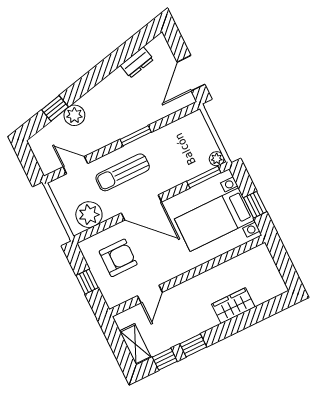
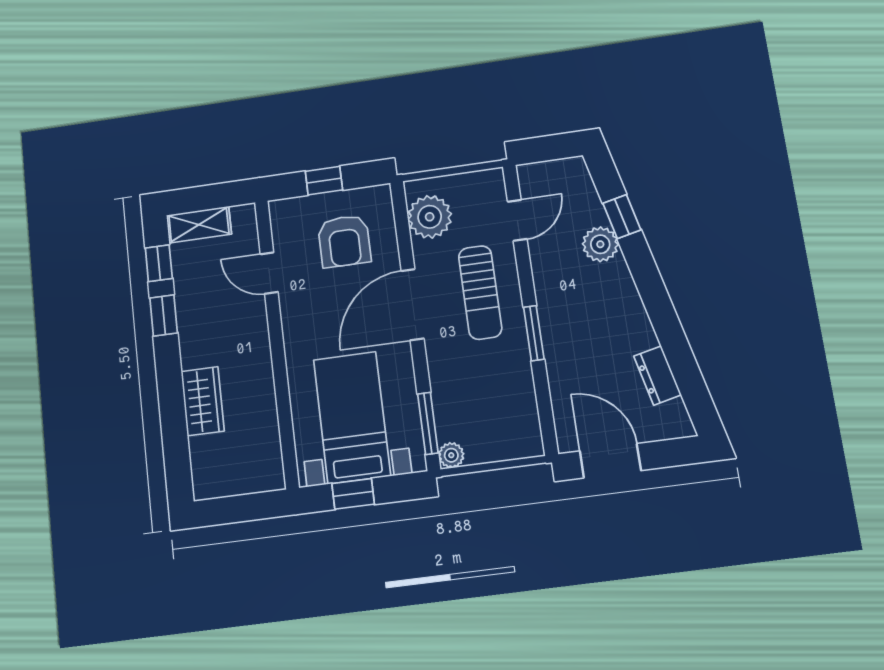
sun lounger: (123, 172) -> (480, 292), turned 180

